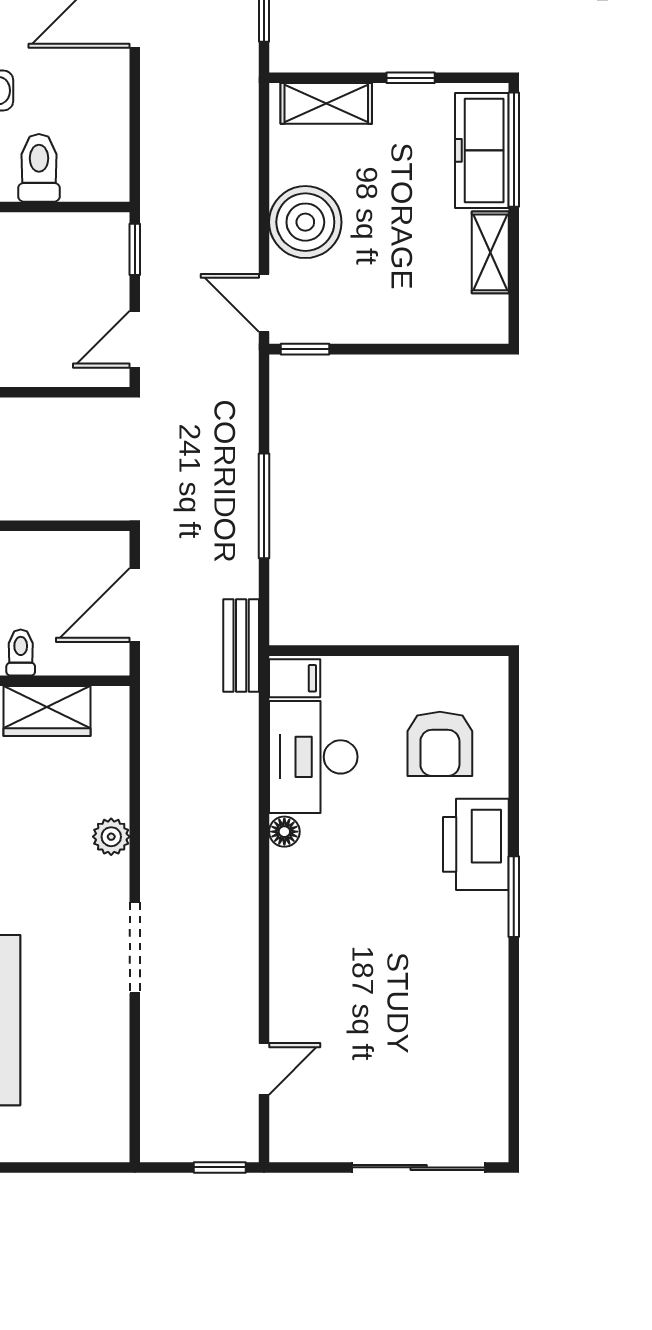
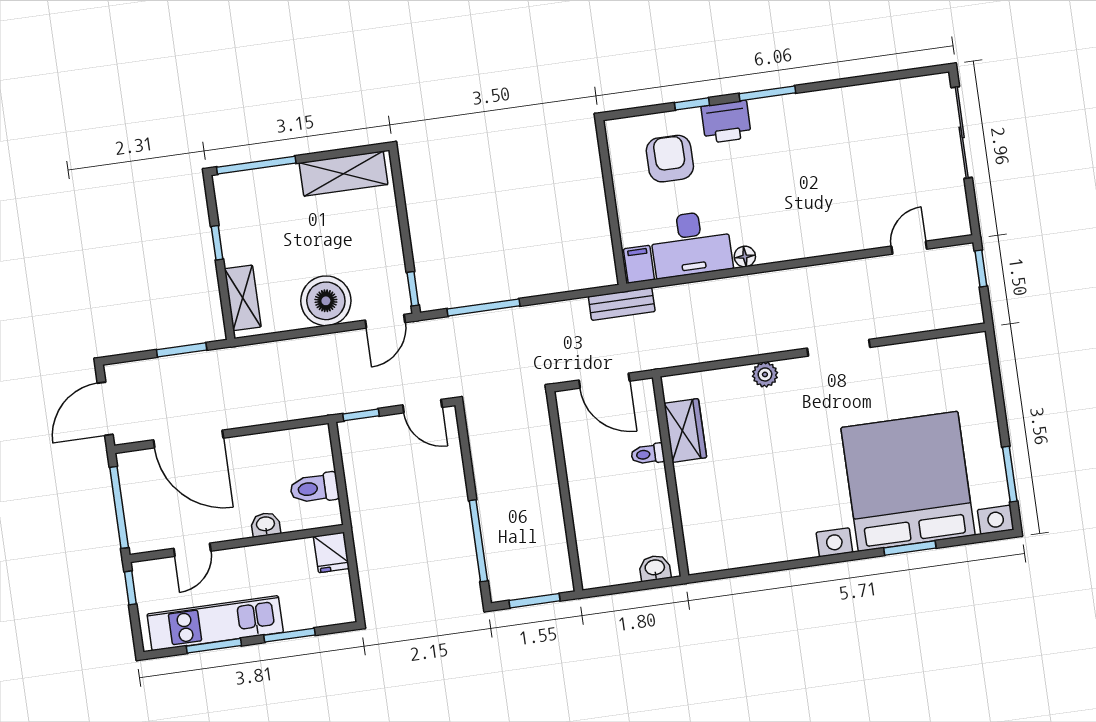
freezer: (482, 150) -> (260, 187), removed
shelving: (490, 252) -> (343, 174), width x1.50, depth x1.33
window: (264, 506) -> (484, 307), moved
armchair: (440, 744) -> (670, 159), turned -90
window: (514, 787) -> (692, 104), added
printer: (476, 844) -> (726, 122), width x0.73, depth x0.84
door: (264, 1069) -> (909, 248), hinge flipped

